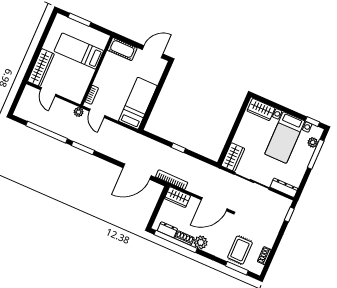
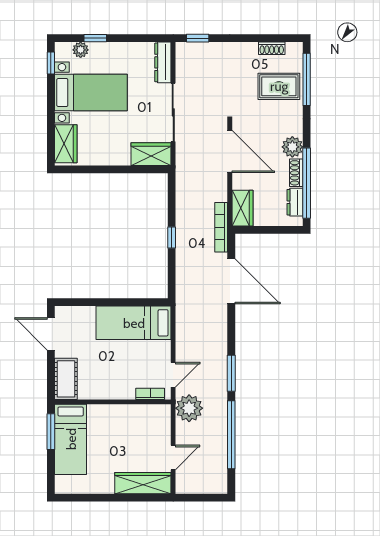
window: (79, 20) -> (51, 432), moved
bed: (79, 51) -> (71, 439), moved
plant: (79, 112) -> (189, 408), width x1.88, depth x1.88
window: (316, 154) -> (95, 38), width x0.46
window: (237, 268) -> (307, 79), width x1.44

